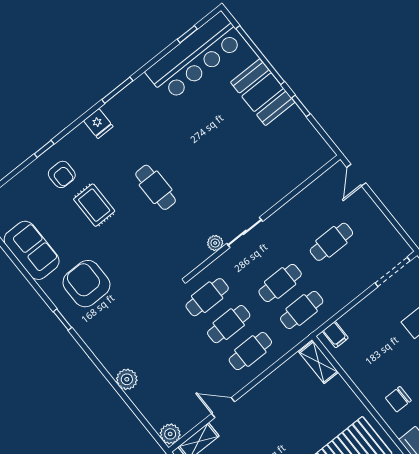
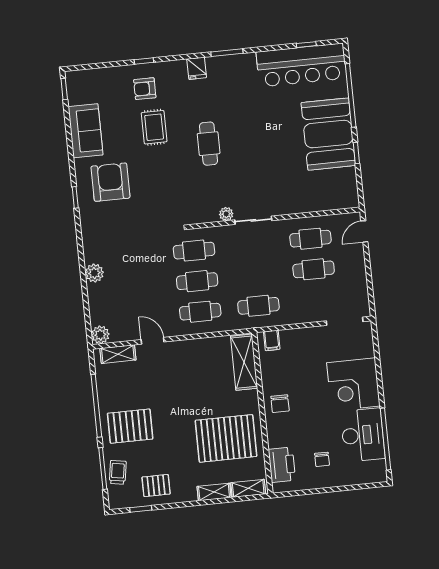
booth: (263, 92) -> (328, 134), width x1.36, depth x1.42
armchair: (62, 174) -> (145, 89), turned 90
cafe table: (280, 283) -> (310, 239), moved
shelving: (319, 362) -> (244, 362), width x1.50, depth x1.33
chair: (398, 399) -> (280, 404), moved, turned -90

